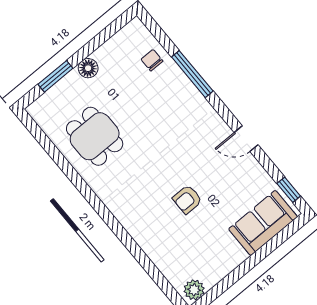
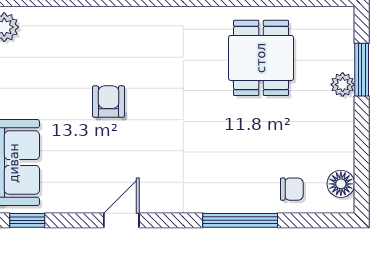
floor lamp: (88, 68) -> (341, 184), moved
plant: (72, 80) -> (343, 85), added
dining table: (95, 136) -> (261, 58), turned 90

